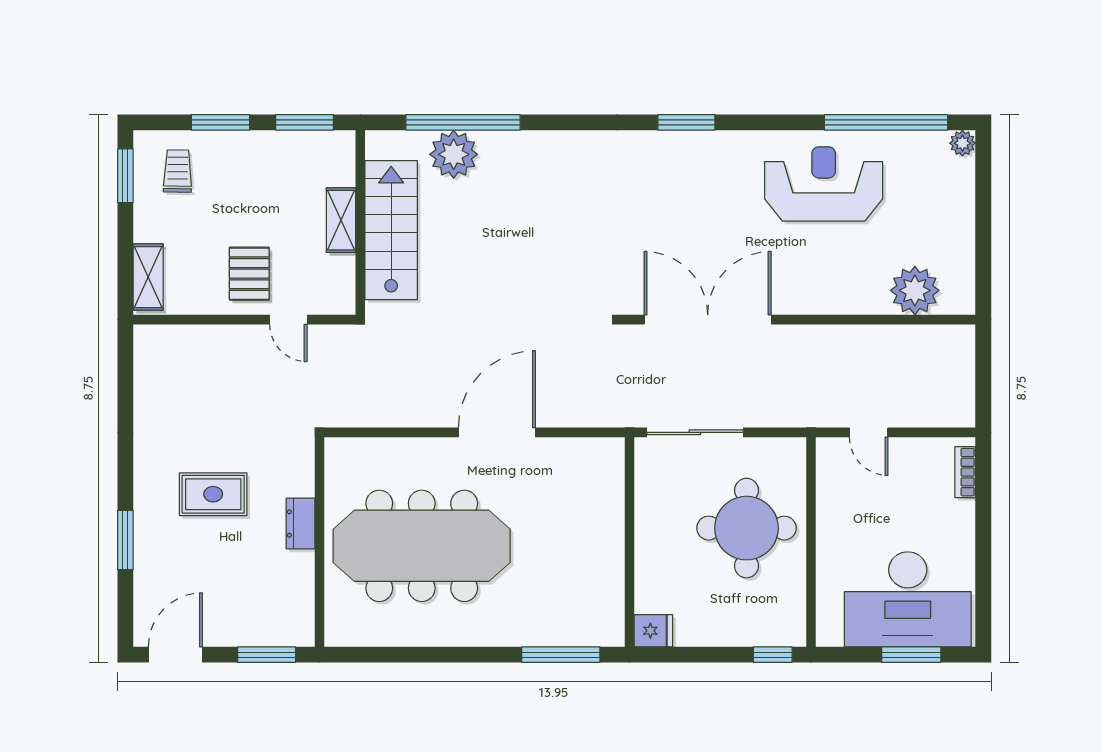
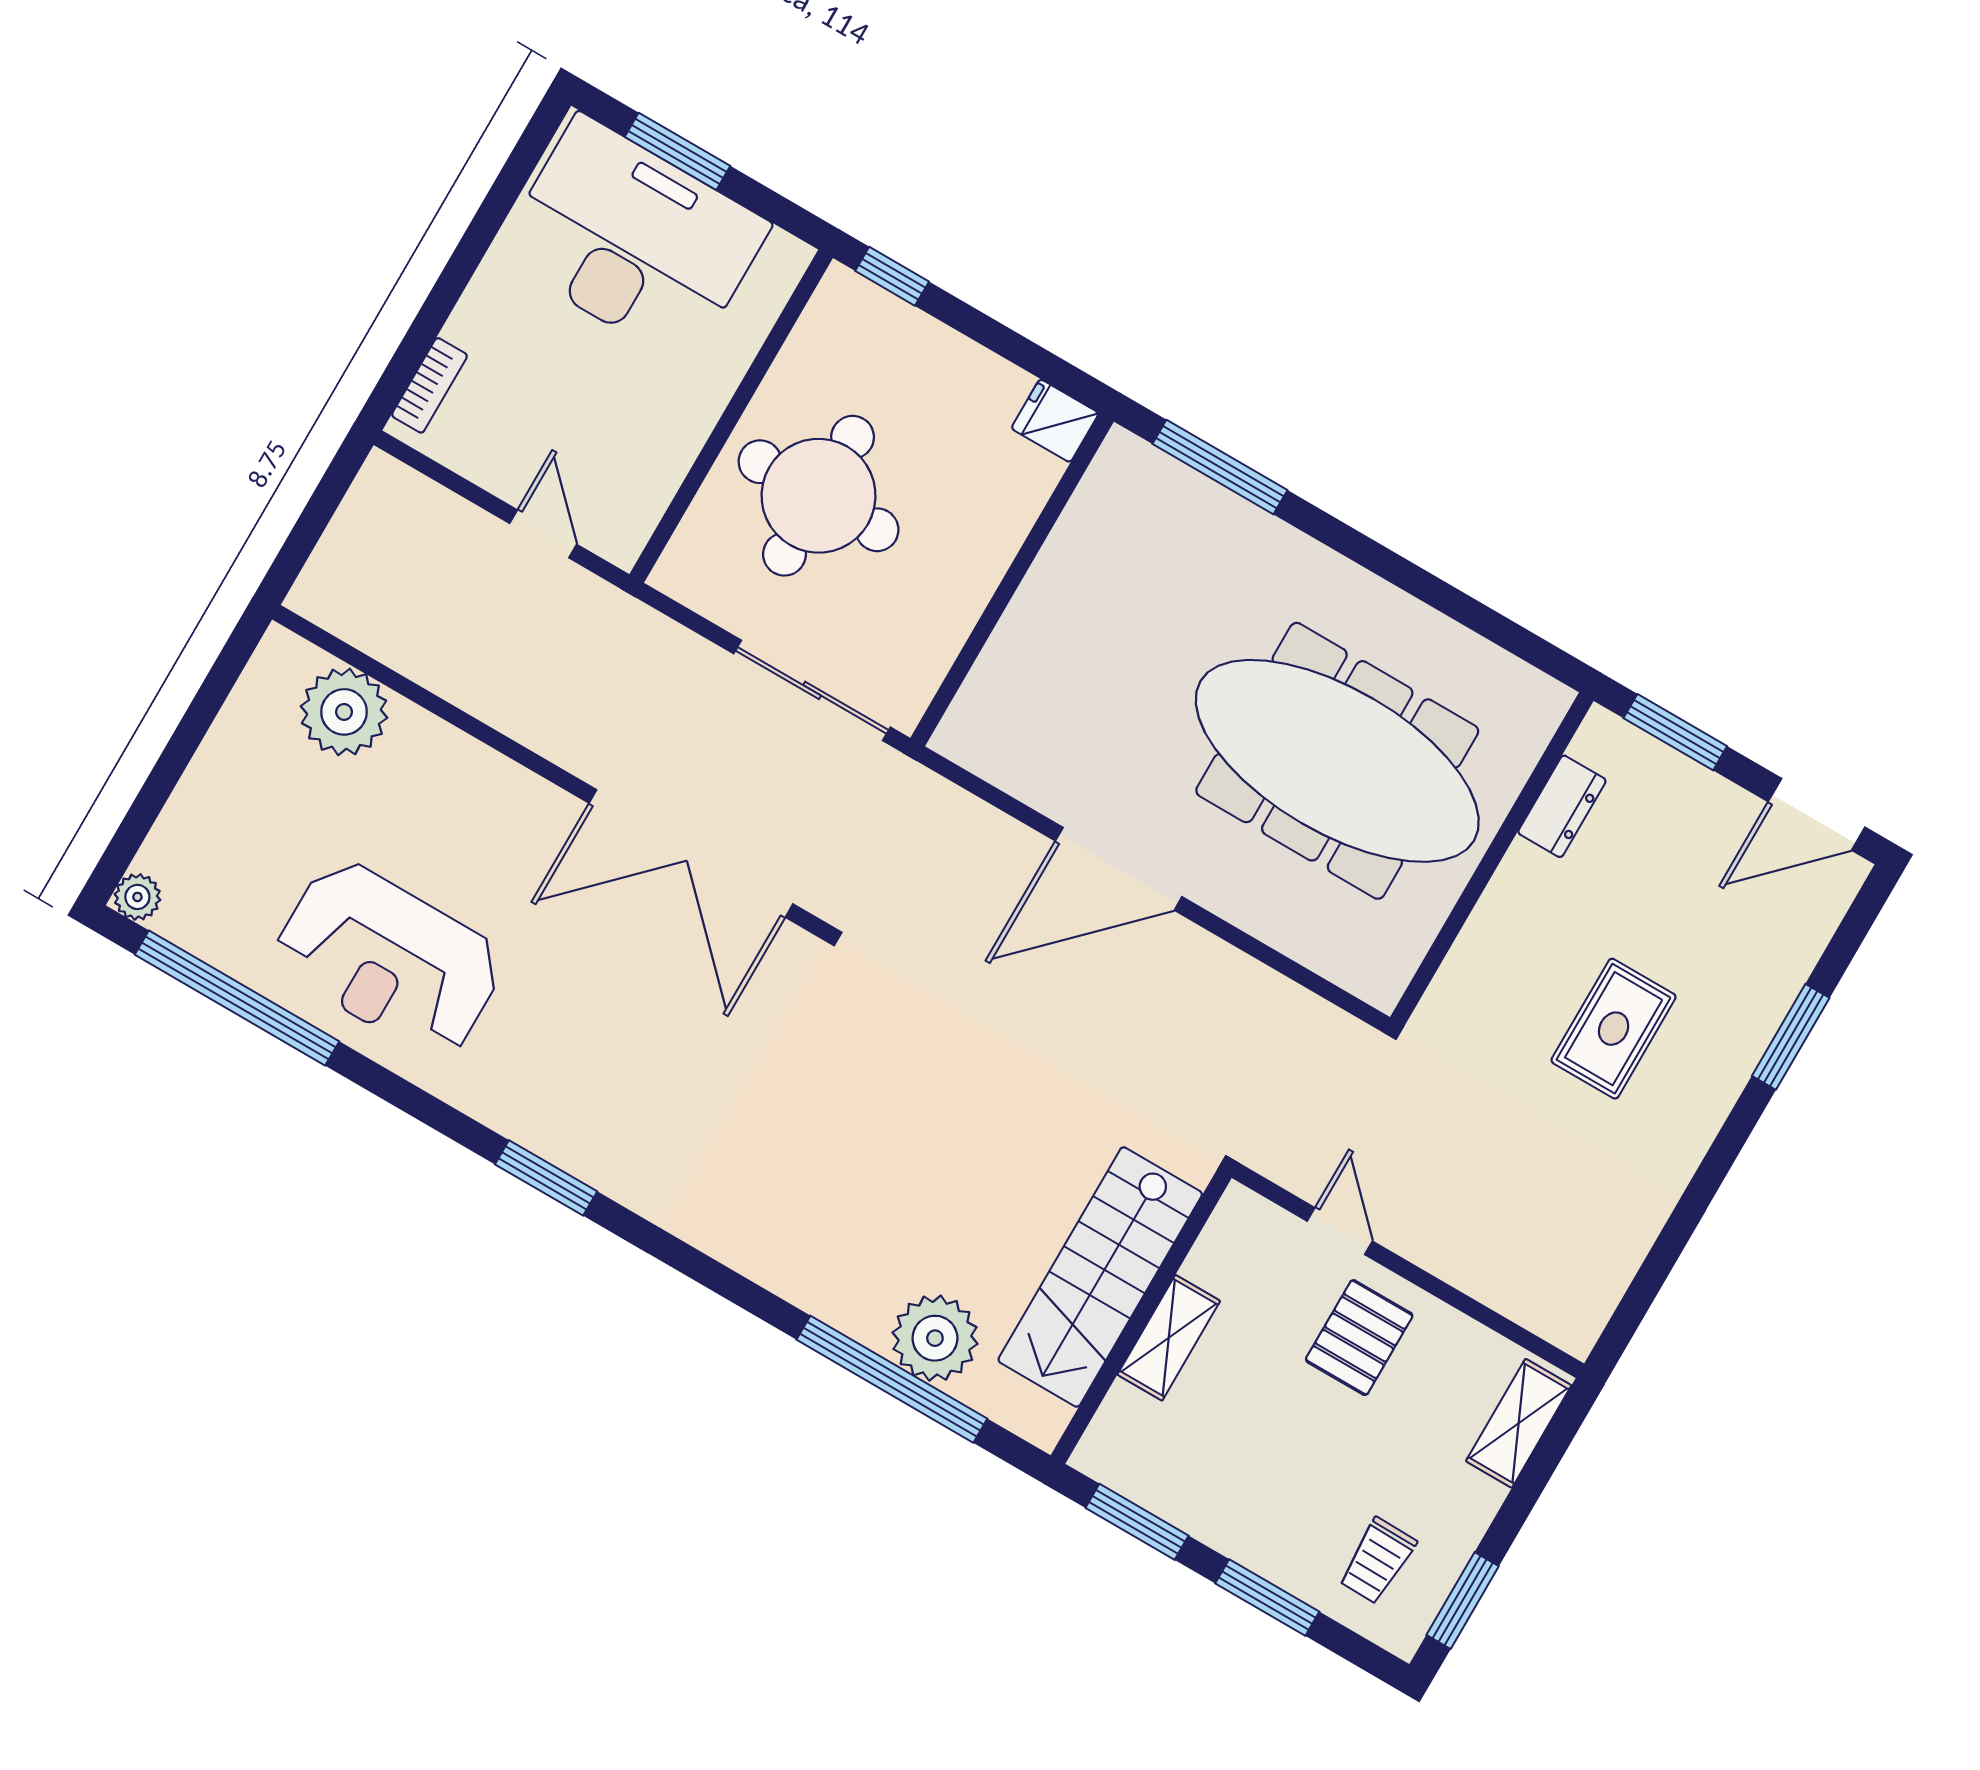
rug: (213, 494) -> (1614, 1029), turned 90
dresser: (301, 524) -> (1562, 806), moved

